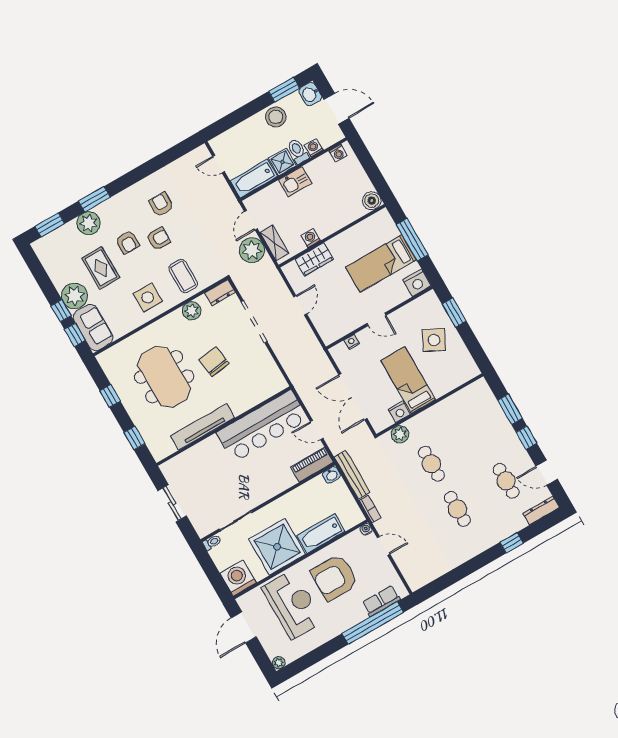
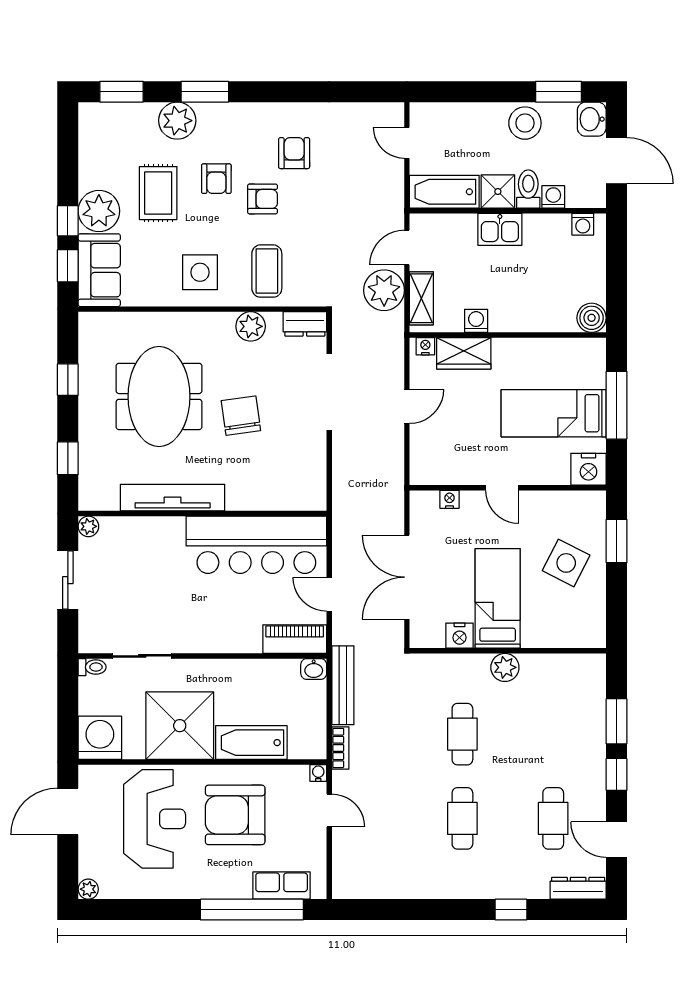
nightstand: (291, 267) -> (425, 346), added
plant: (400, 434) -> (505, 667), moved
plant: (167, 468) -> (88, 526), added

